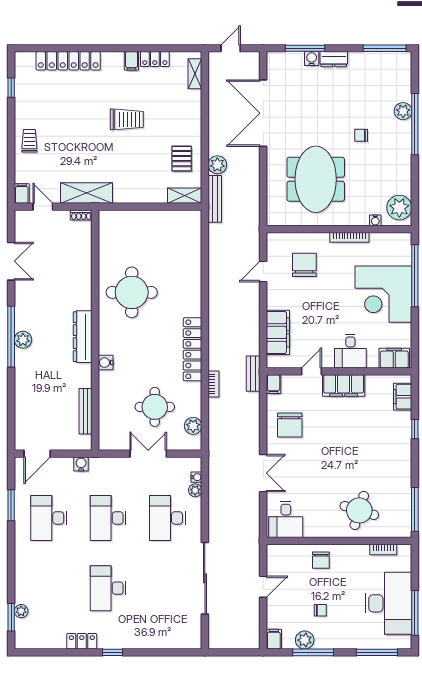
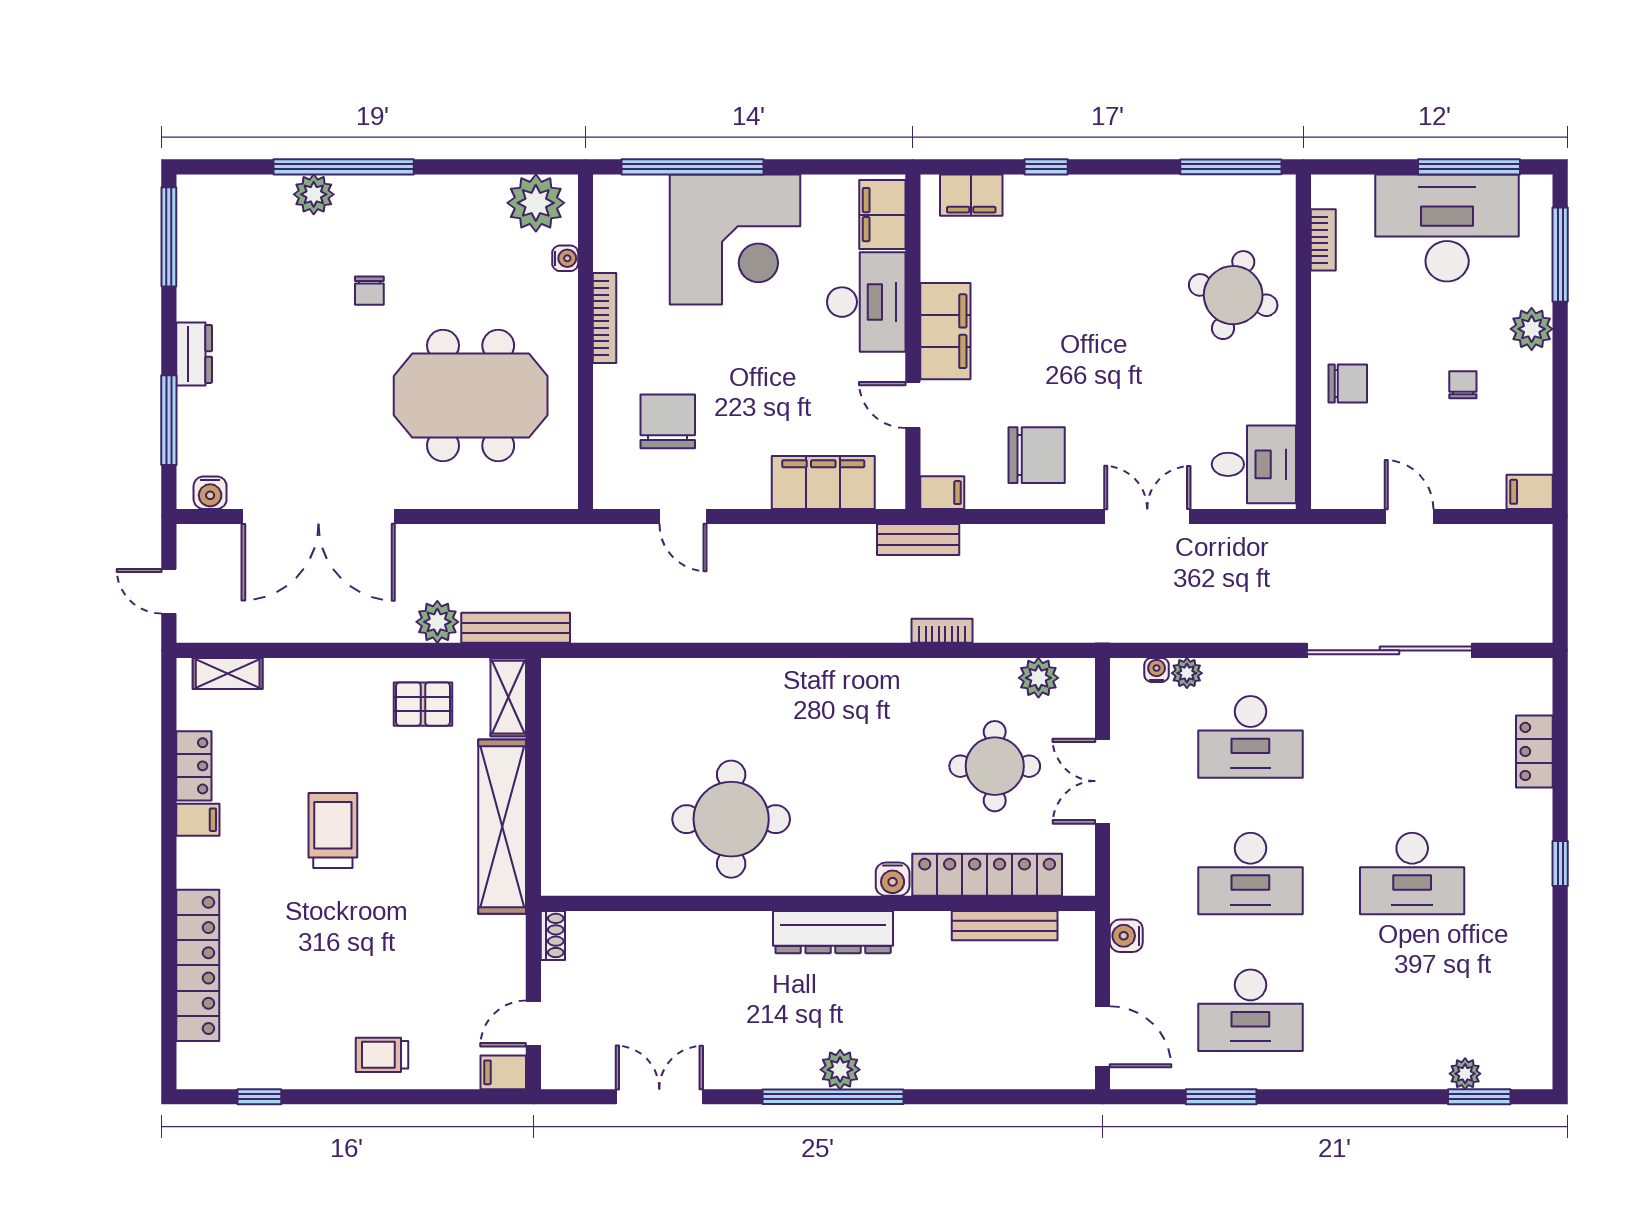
water cooler: (312, 59) -> (210, 493), moved, turned -90
shelving: (86, 193) -> (502, 827), moved, width x1.47
chair: (304, 265) -> (668, 421), turned 90
locker: (193, 349) -> (987, 875), moved, turned 180
desk: (350, 351) -> (866, 302), width x1.37
plant: (305, 640) -> (1532, 329), moved
locker: (82, 641) -> (1534, 751), moved
window: (313, 652) -> (1560, 401), removed

